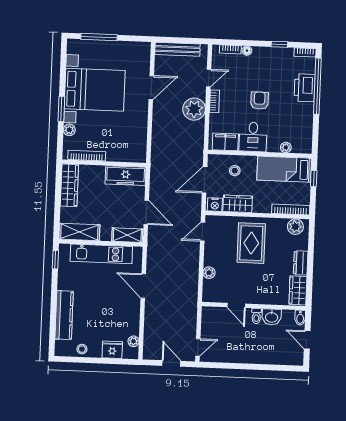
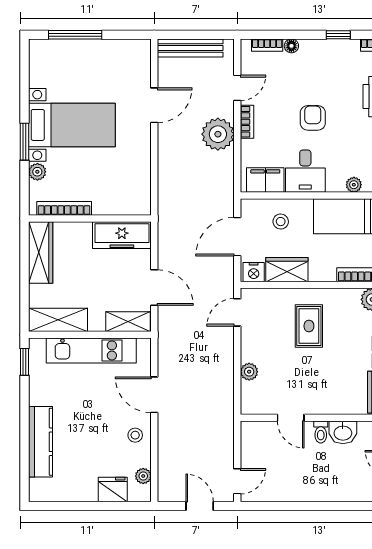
bed with nightstands: (95, 90) -> (72, 125), width x0.73
rug: (251, 243) -> (309, 326), width x0.73, depth x0.70
stool: (82, 349) -> (135, 435), moved

